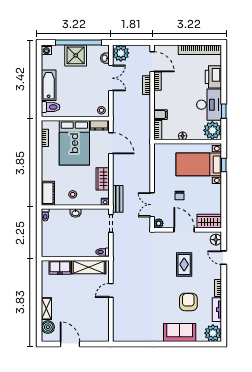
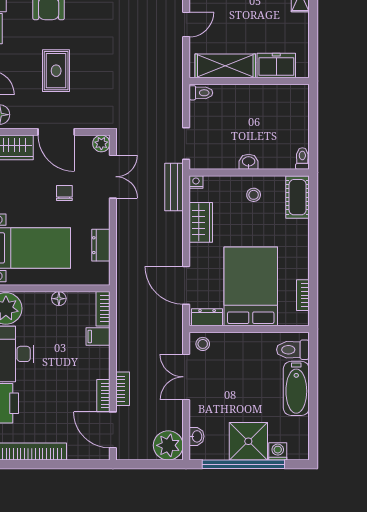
washing machine: (46, 50) -> (278, 451), moved
double door: (111, 78) -> (186, 377), moved
dresser: (159, 166) -> (101, 245), added

